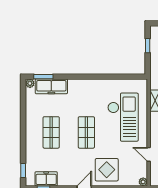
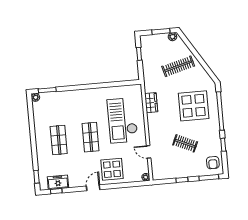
freezer: (51, 86) -> (55, 98), removed
checkout: (123, 117) -> (122, 120), turned 180

